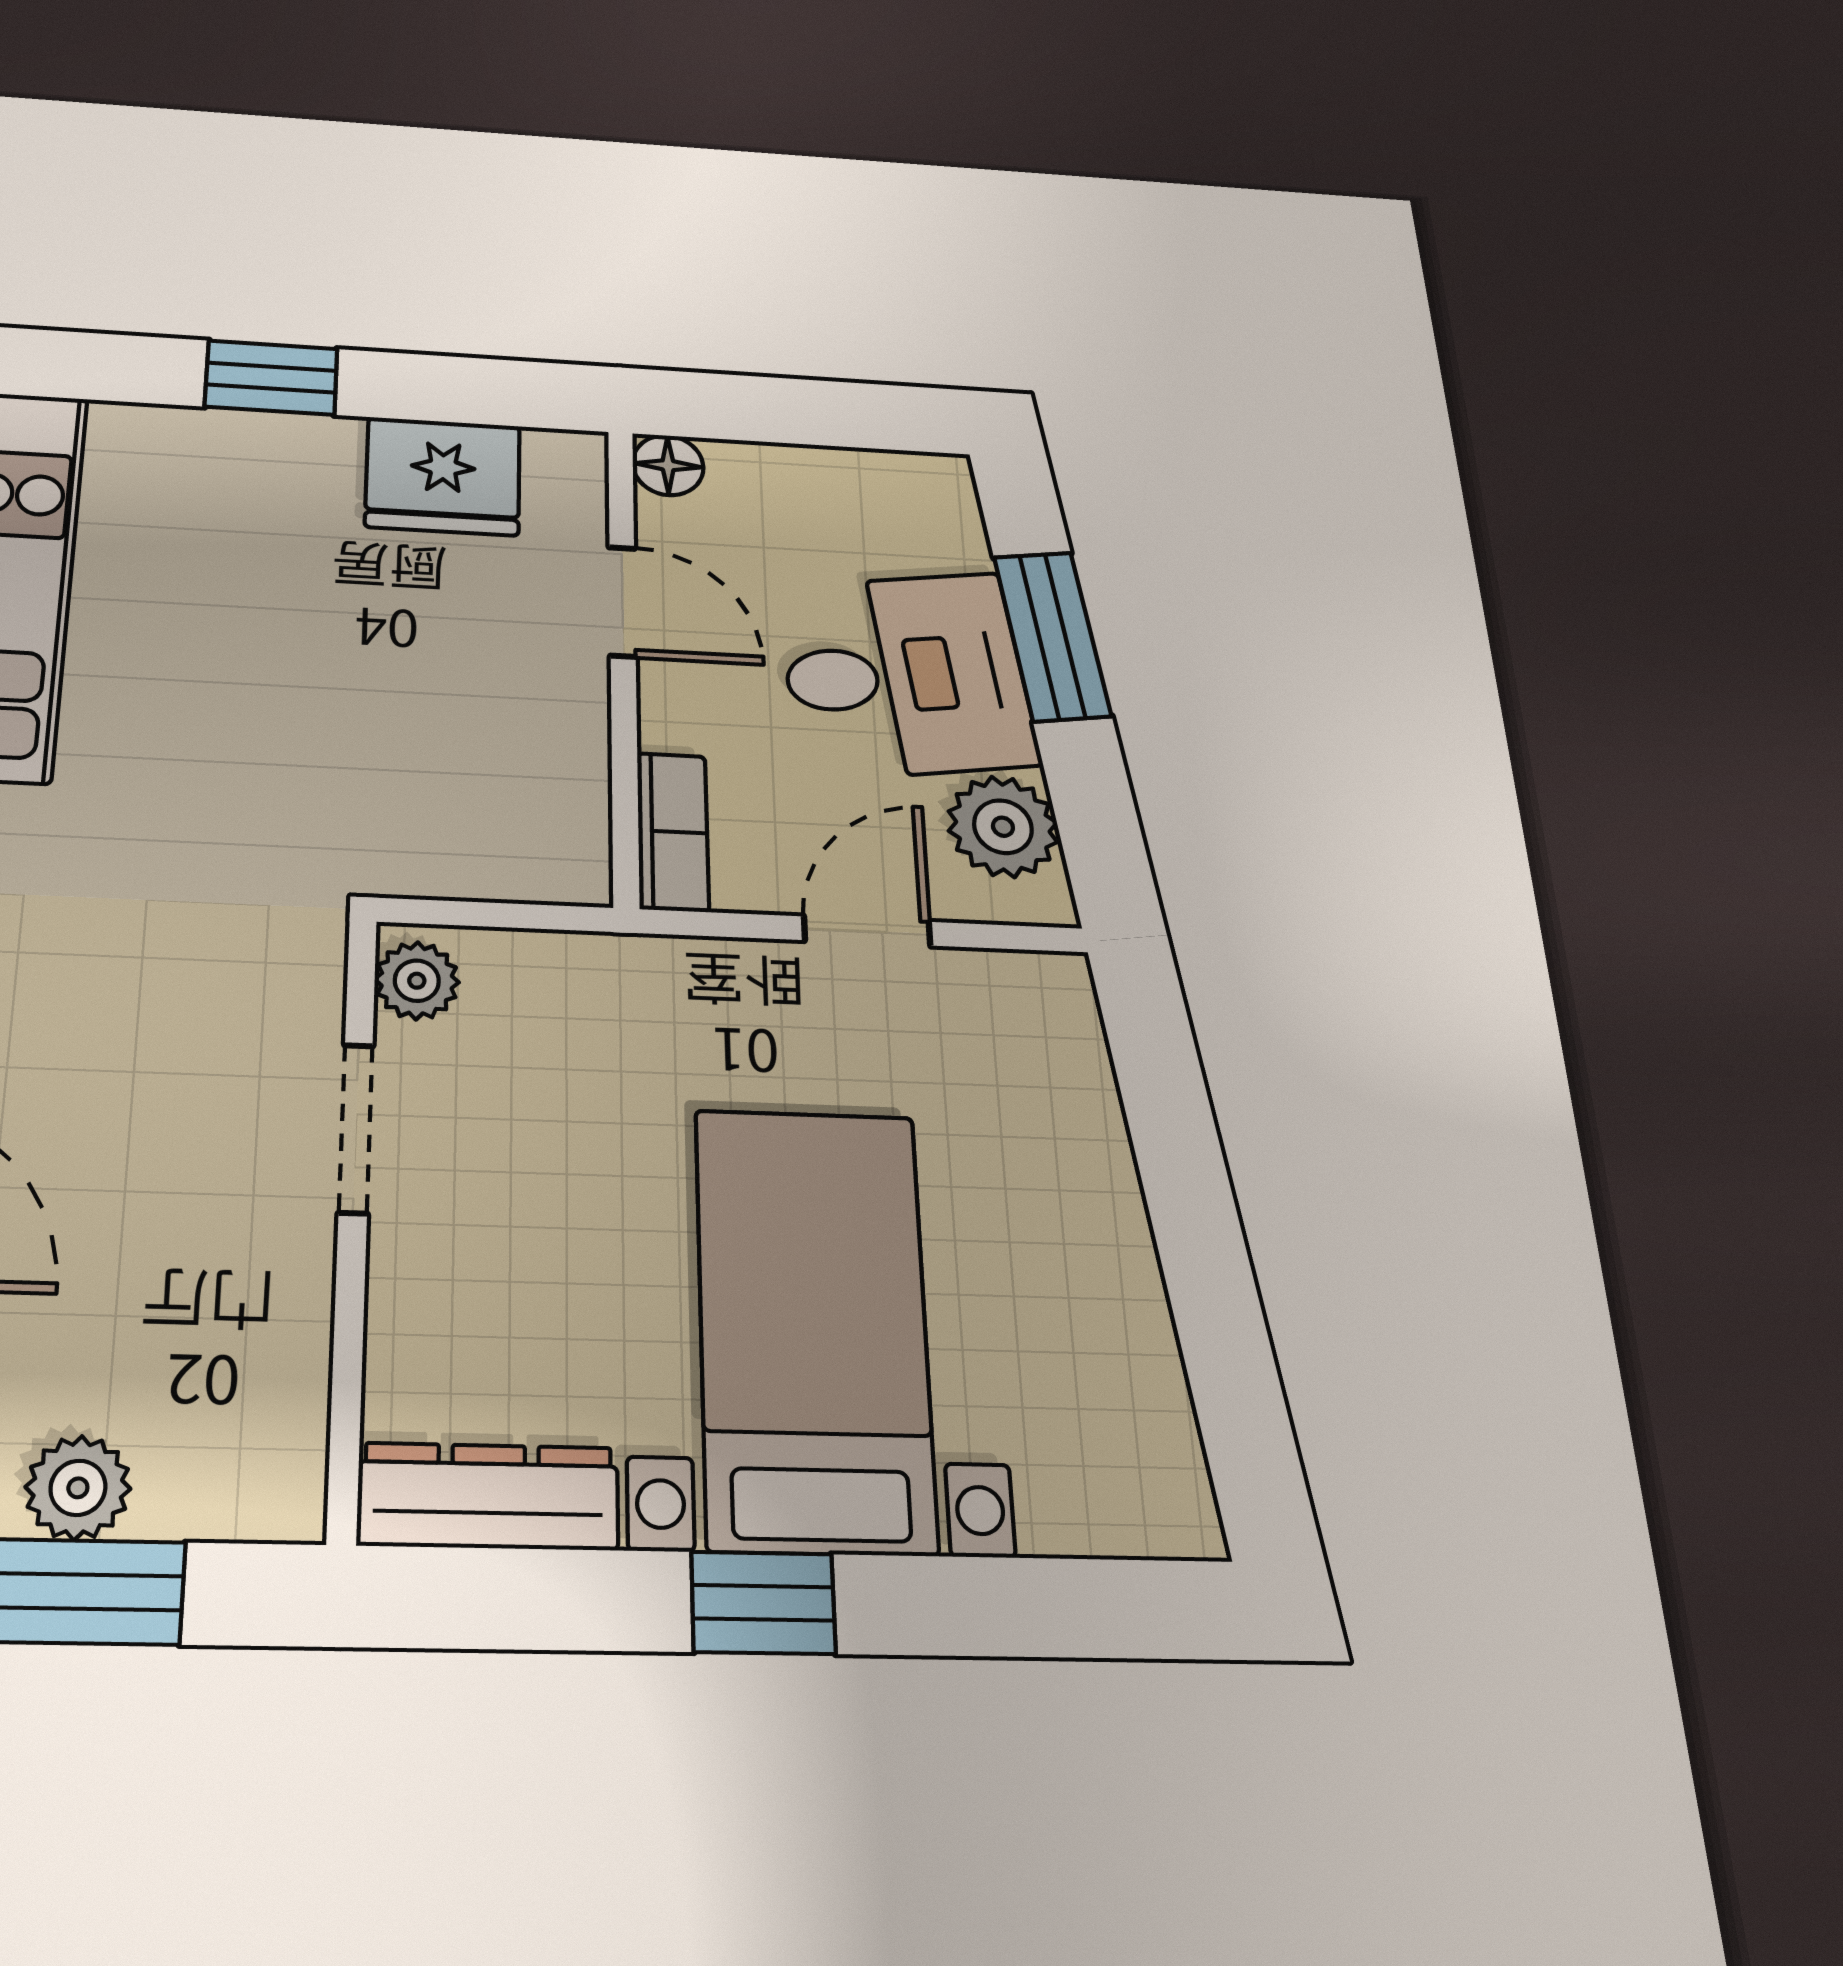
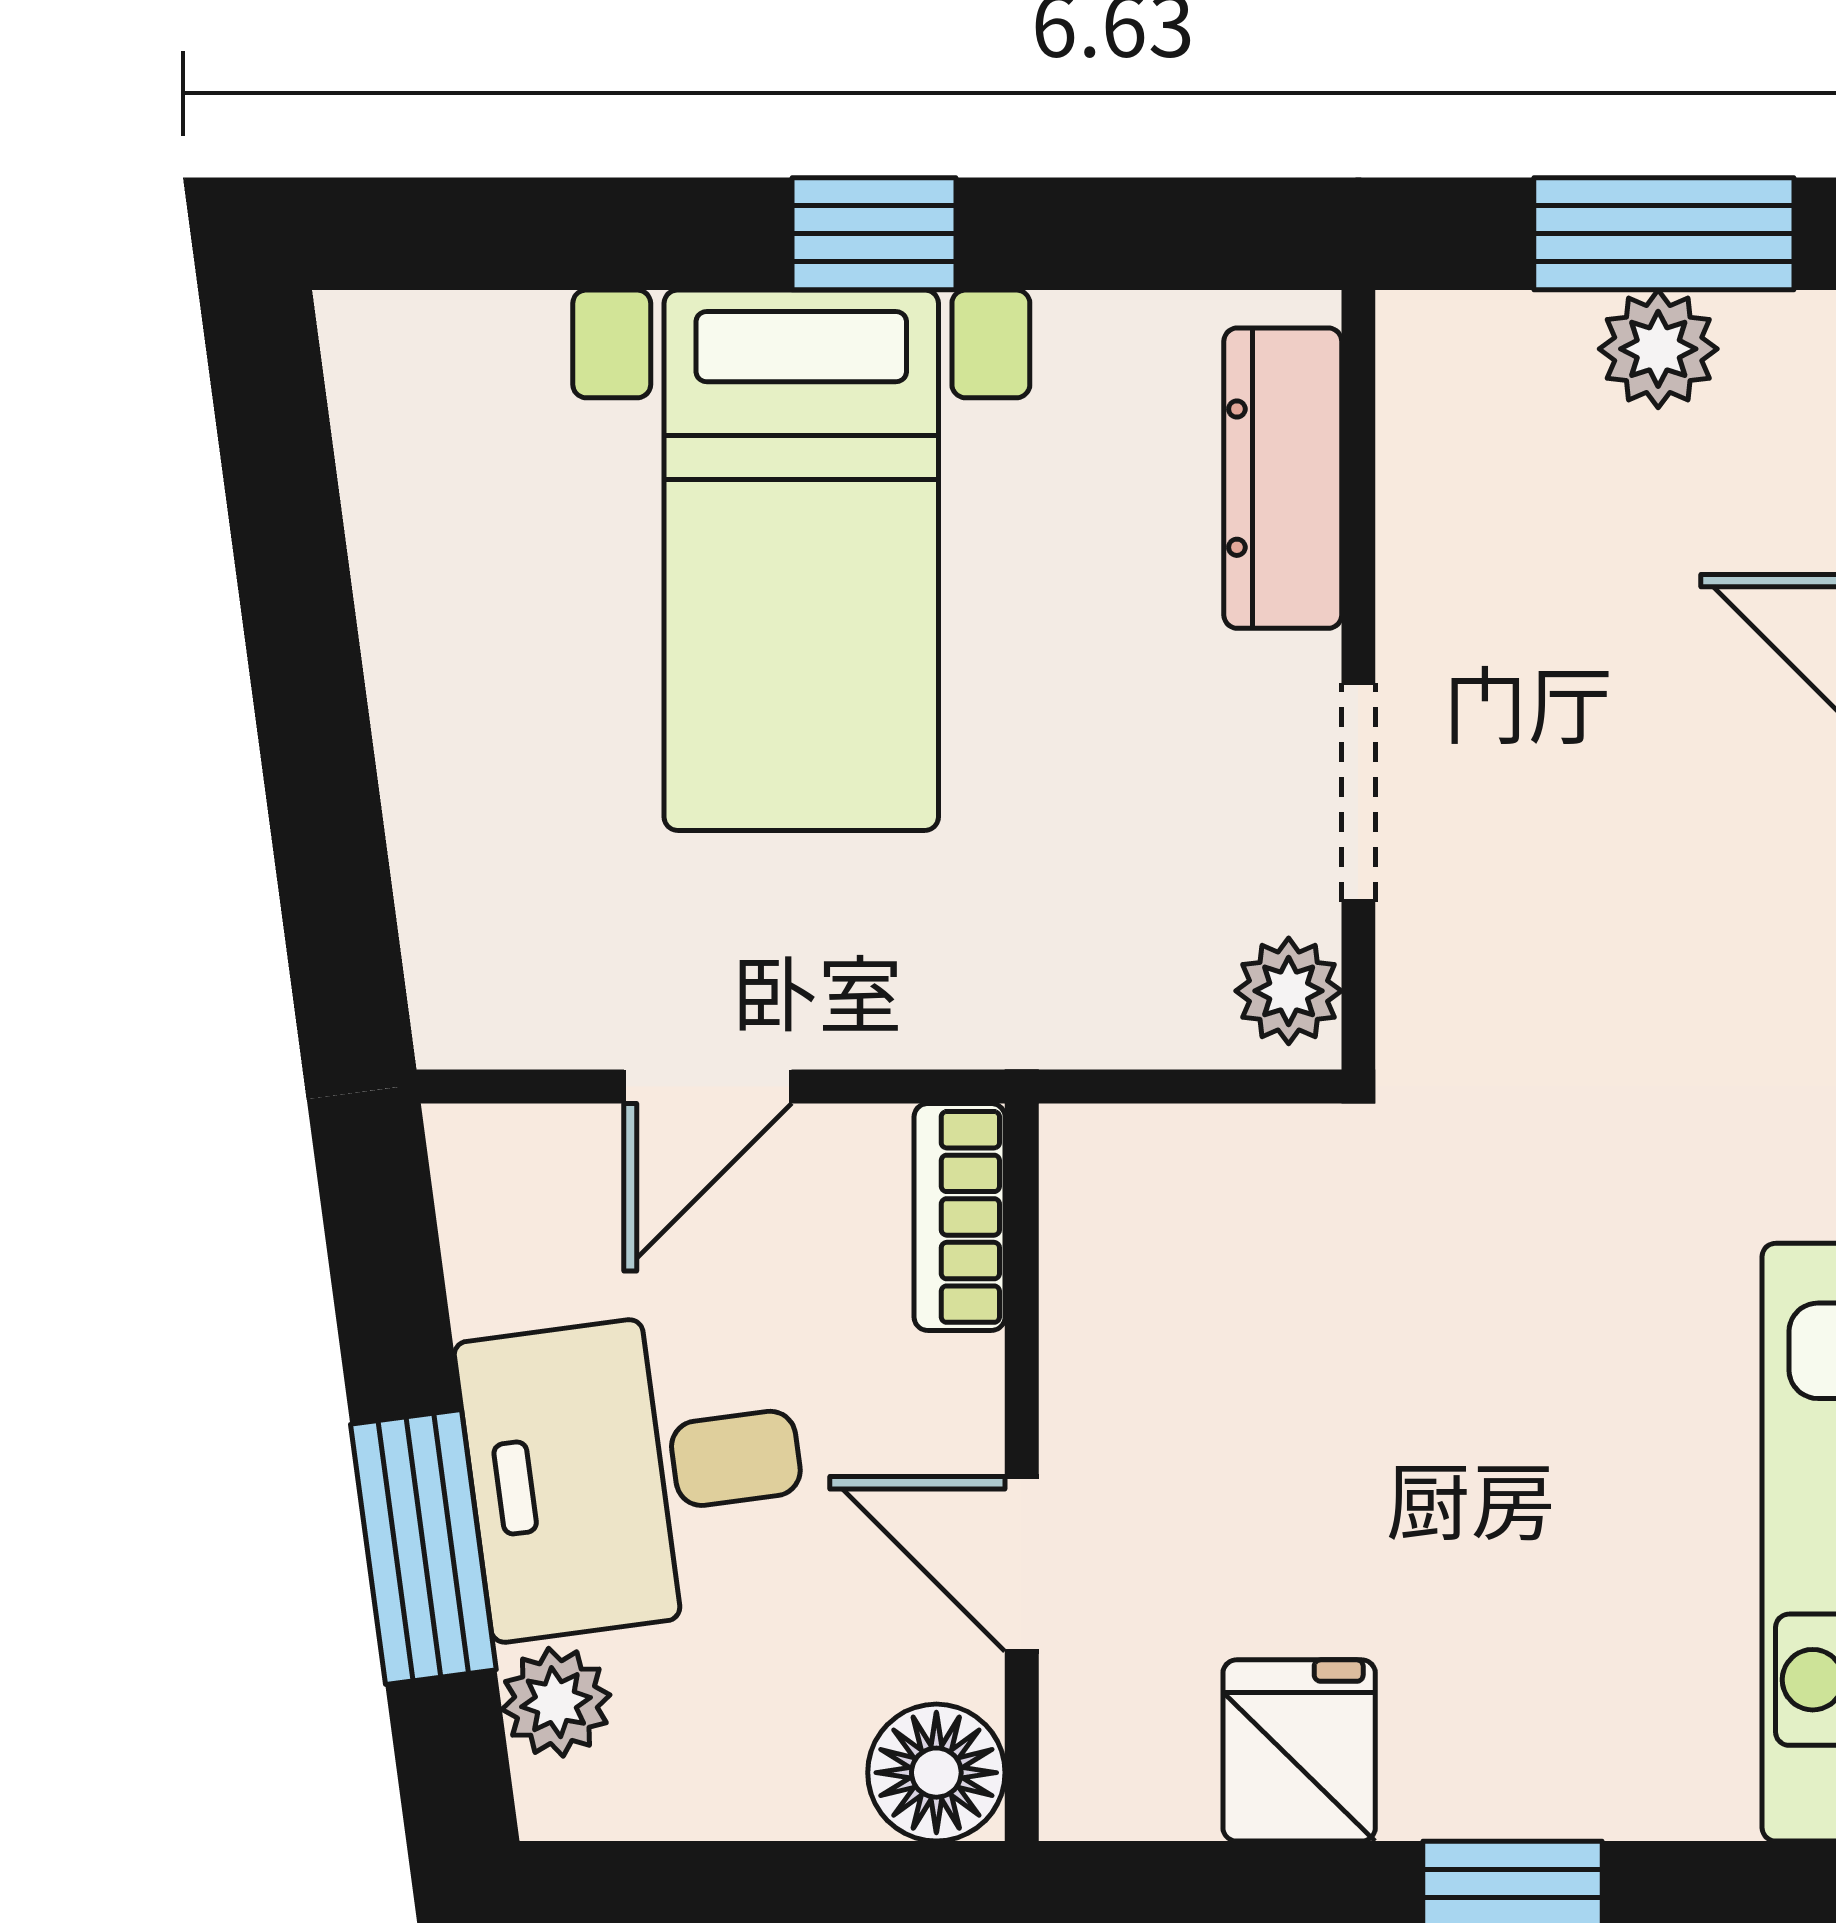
floor lamp: (668, 465) -> (936, 1773), width x1.37, depth x1.37
fridge: (443, 476) -> (1299, 1750), width x0.72
plant: (1003, 827) -> (556, 1702), moved, width x0.73, depth x0.73
dresser: (488, 1496) -> (1283, 478), moved, turned 90

